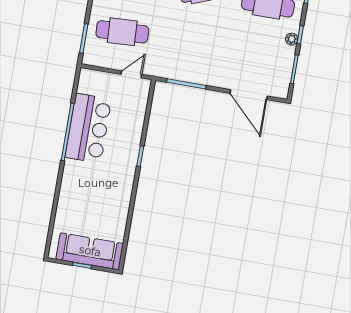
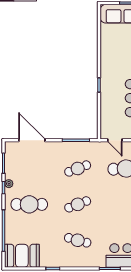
cafe table: (191, 44) -> (78, 168), added
door: (131, 74) -> (115, 140), hinge flipped

